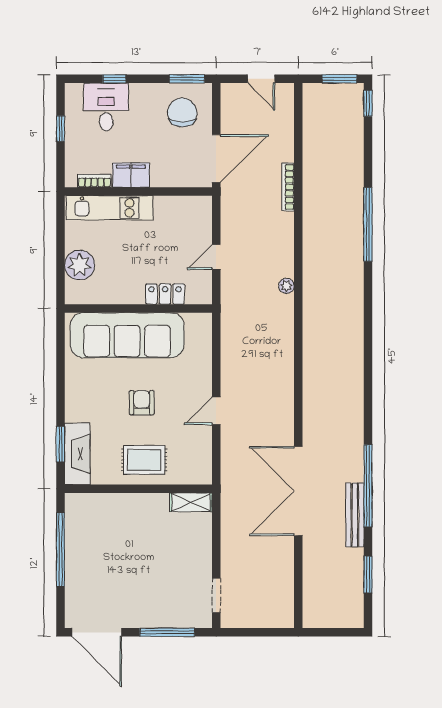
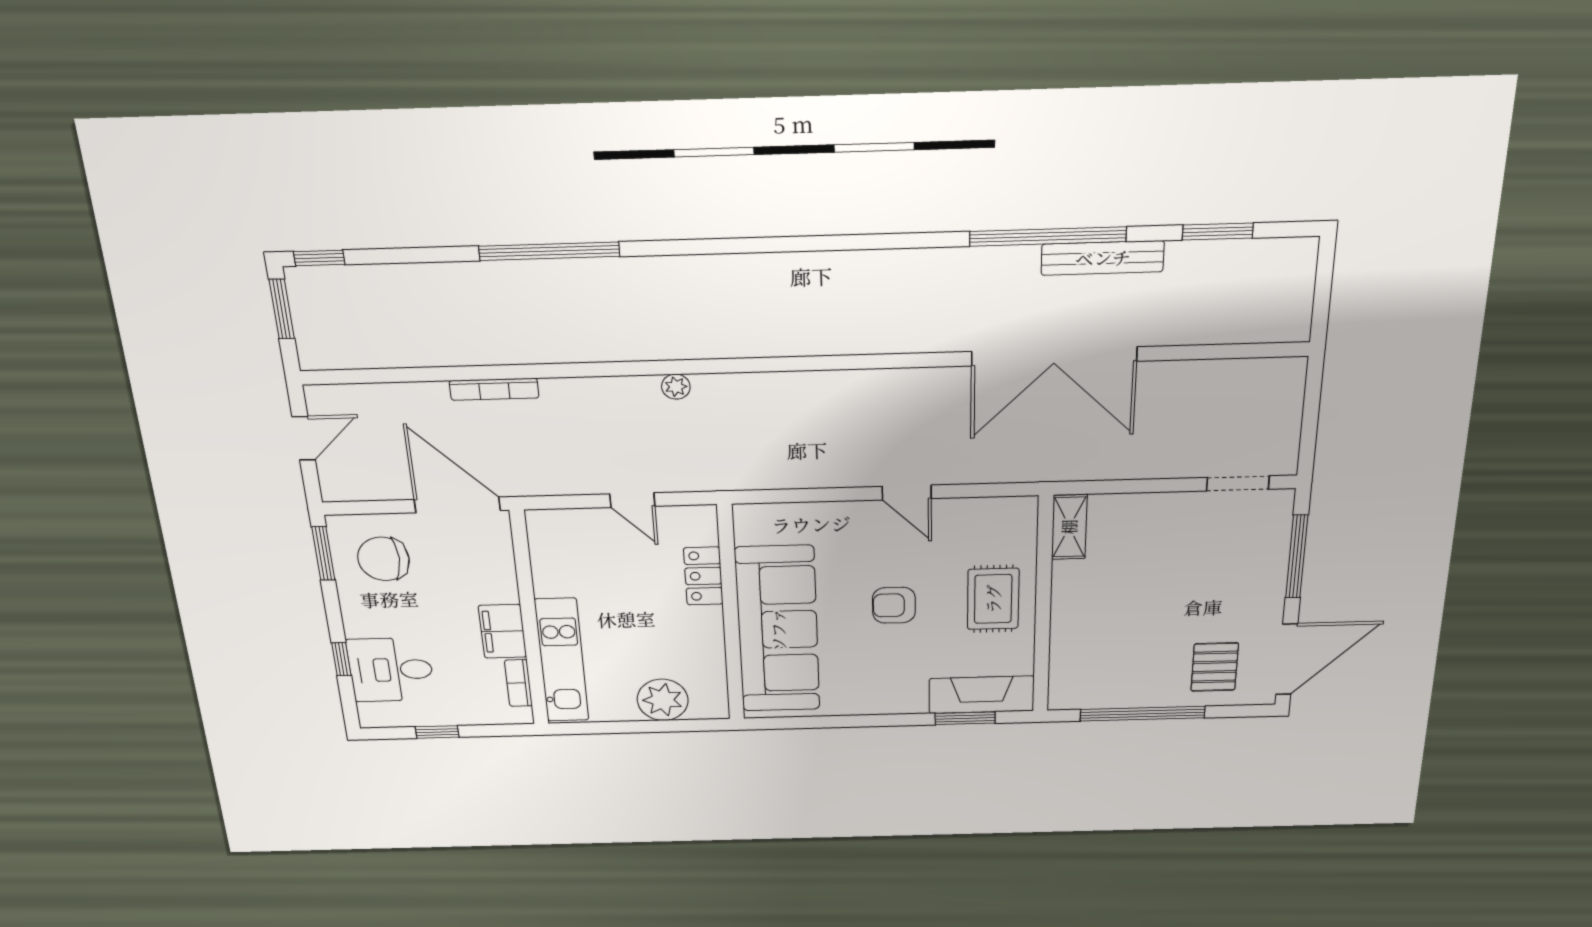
pallet: (93, 590) -> (1215, 667), added

